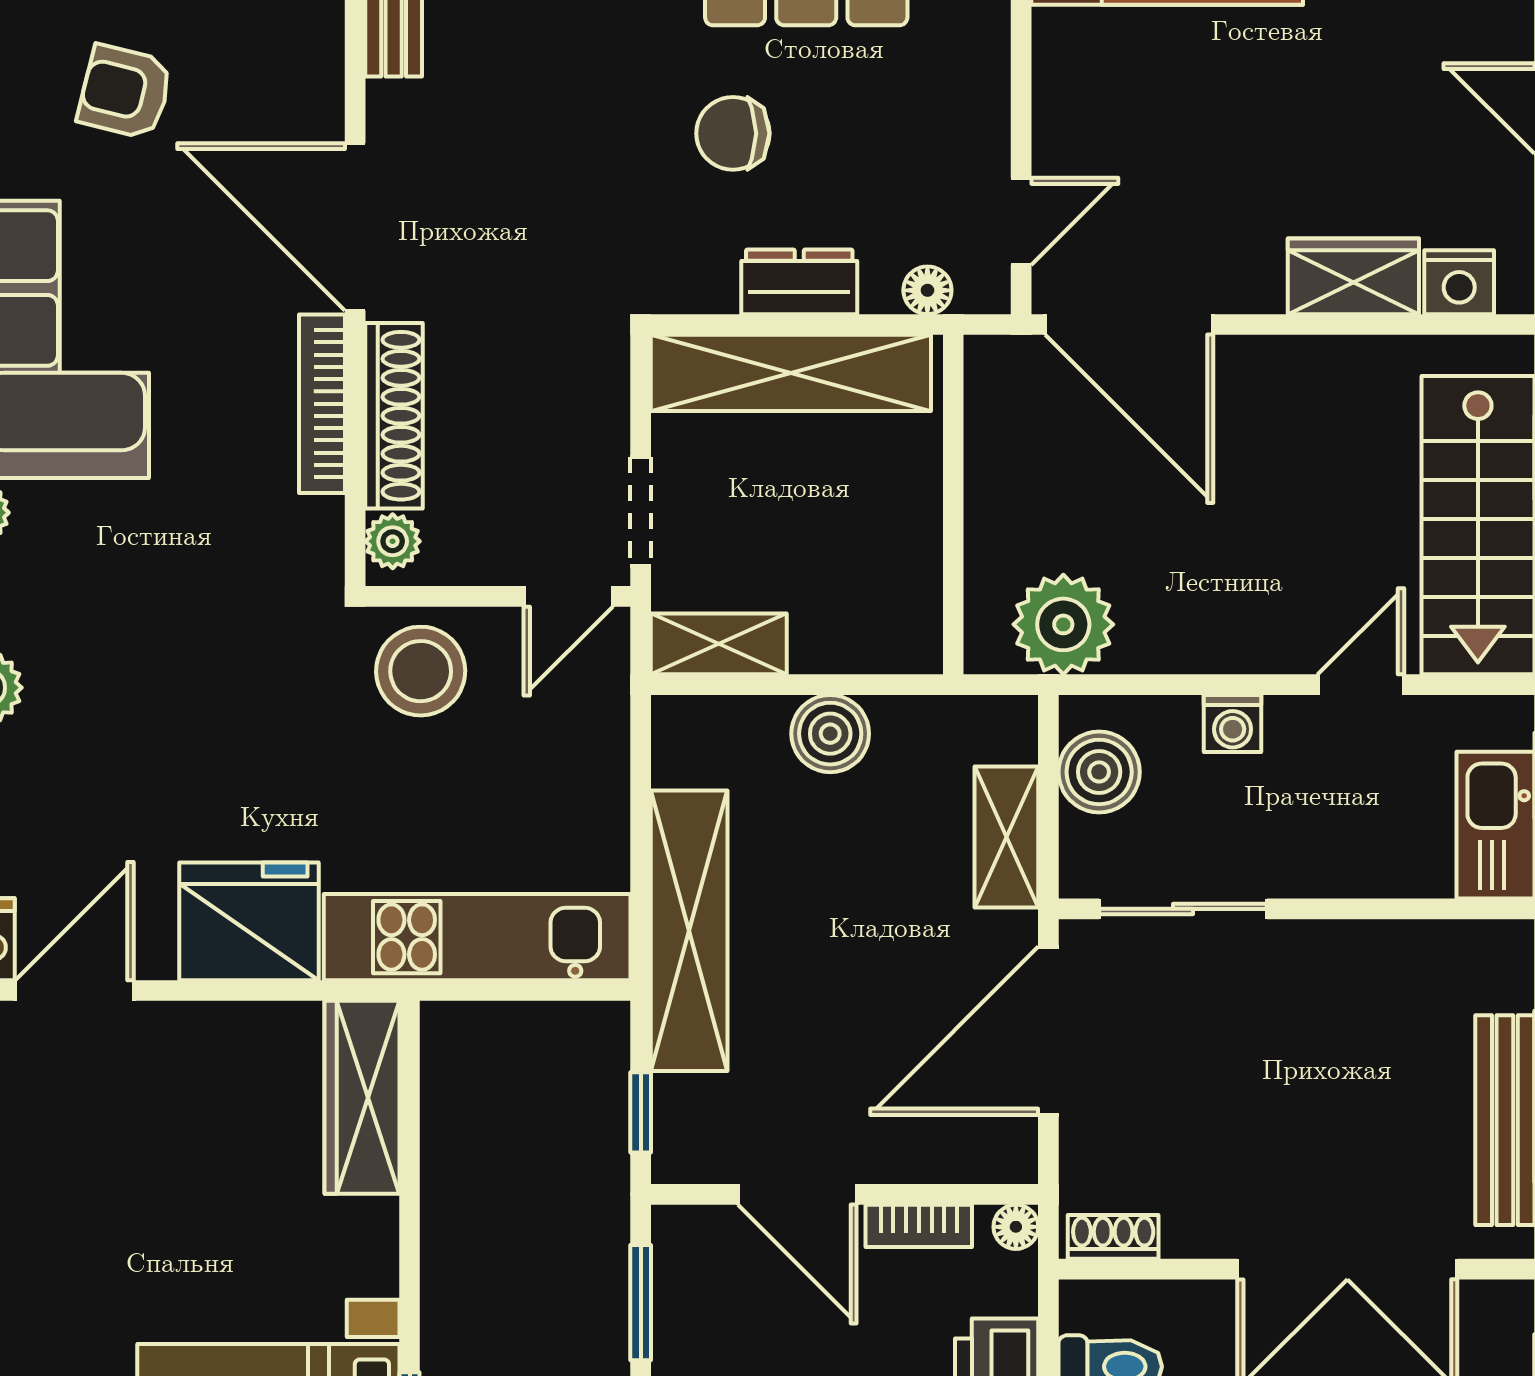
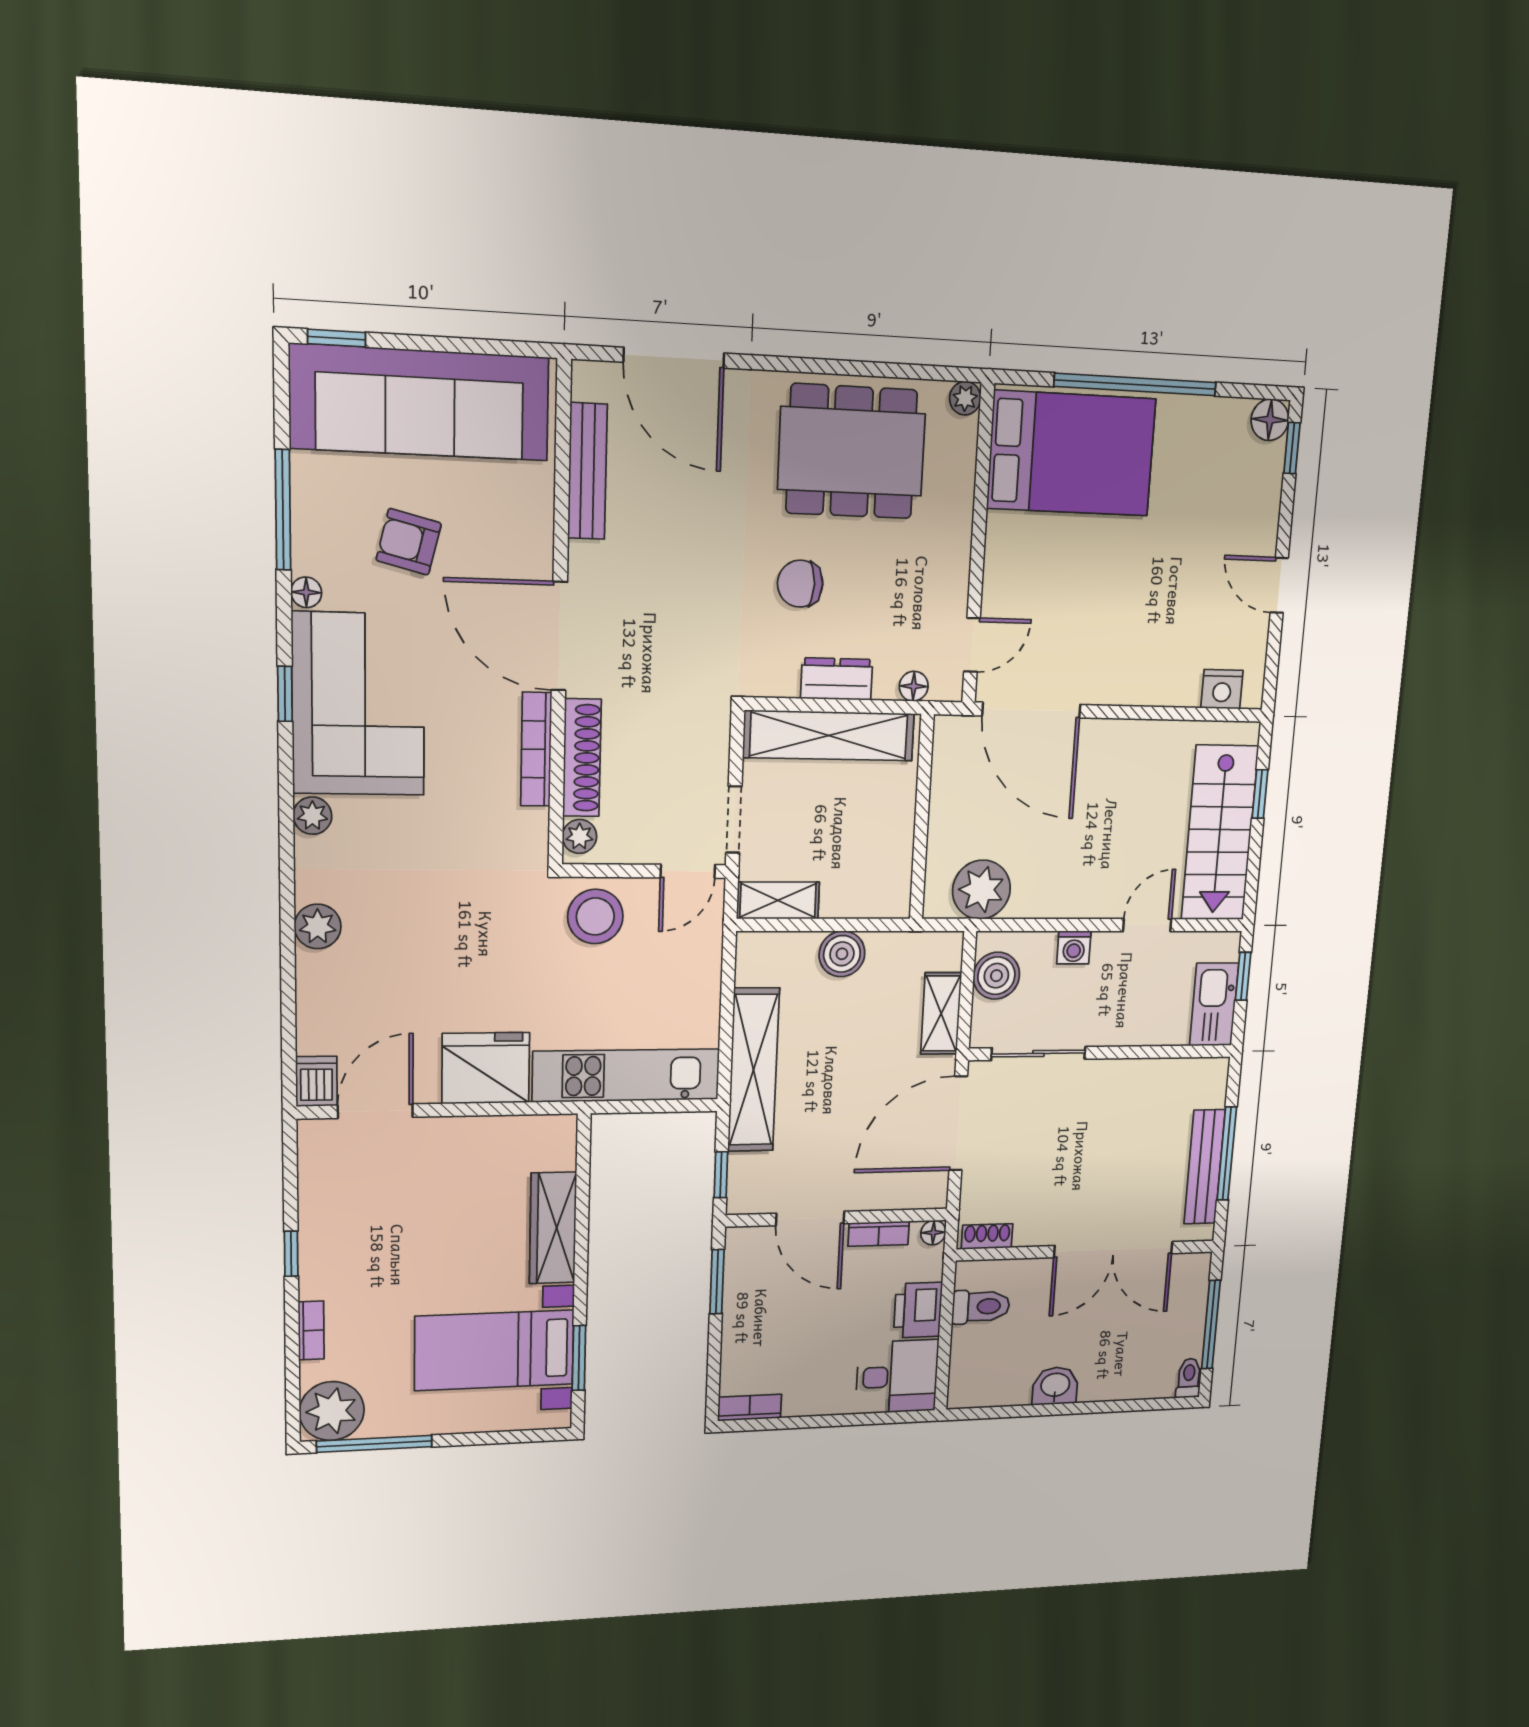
wardrobe: (1353, 276) -> (1163, 684), removed
wardrobe: (362, 1097) -> (553, 1228), moved

